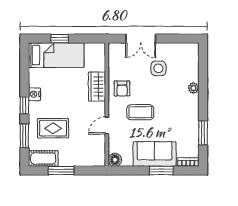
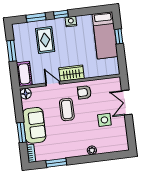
wardrobe: (97, 87) -> (71, 73), moved
cot: (43, 158) -> (24, 74), moved

